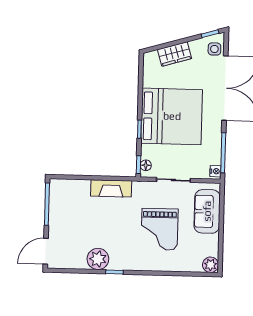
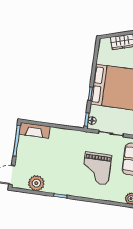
fireplace: (111, 188) -> (34, 130), moved
plant: (98, 259) -> (36, 183), moved

